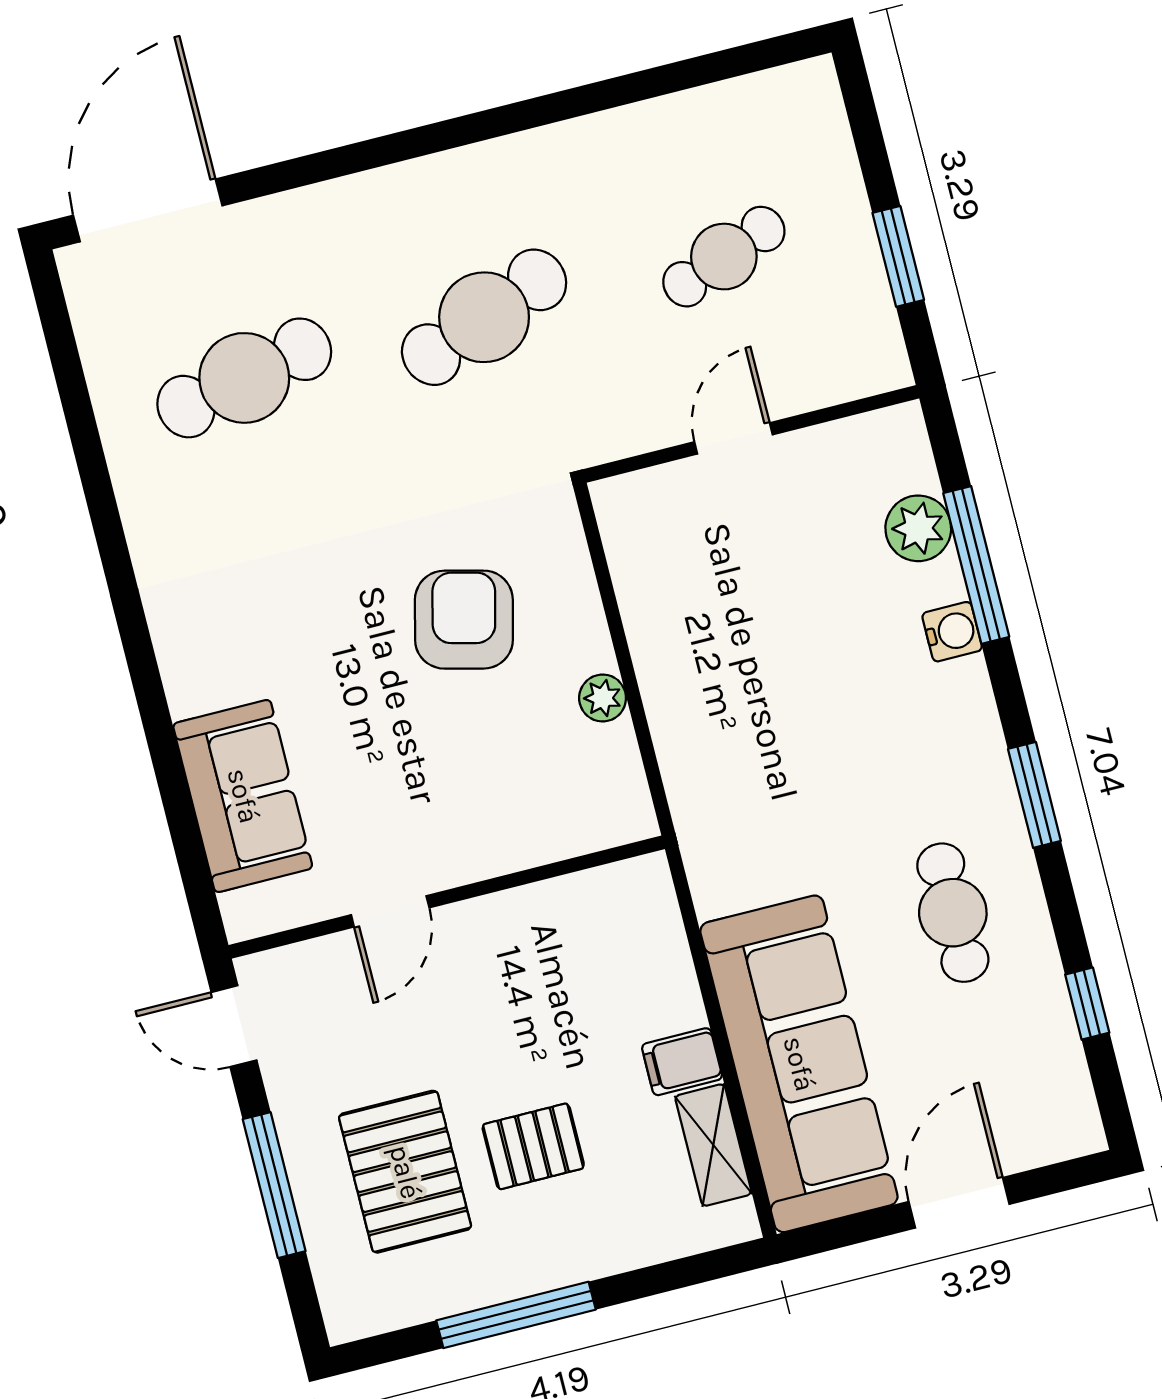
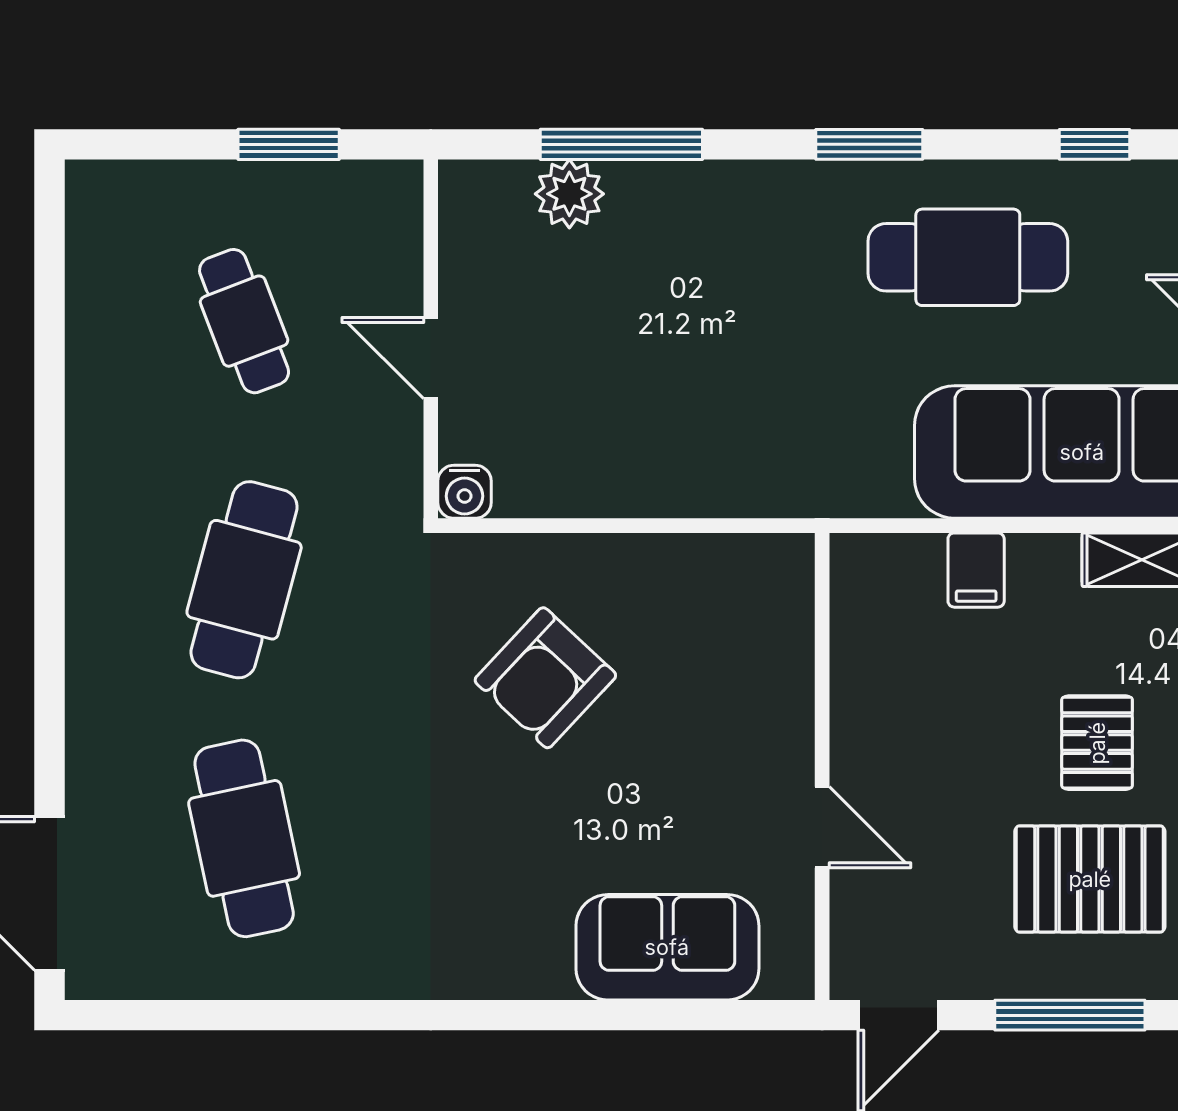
cafe table: (484, 317) -> (244, 580), turned 36
armchair: (464, 620) -> (545, 678), turned -61
water cooler: (952, 632) -> (465, 492), moved, turned 180
plant: (603, 698) -> (660, 557), removed
cafe table: (953, 913) -> (968, 257), width x1.37, depth x1.35
filing cabinet: (682, 1062) -> (976, 570), moved

